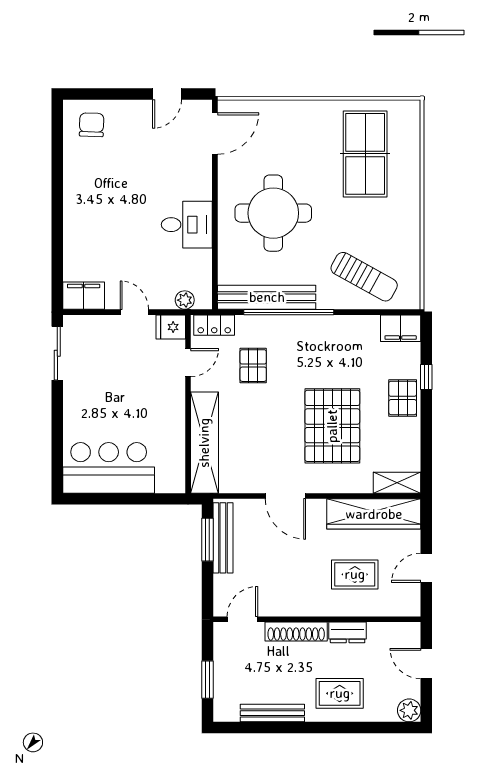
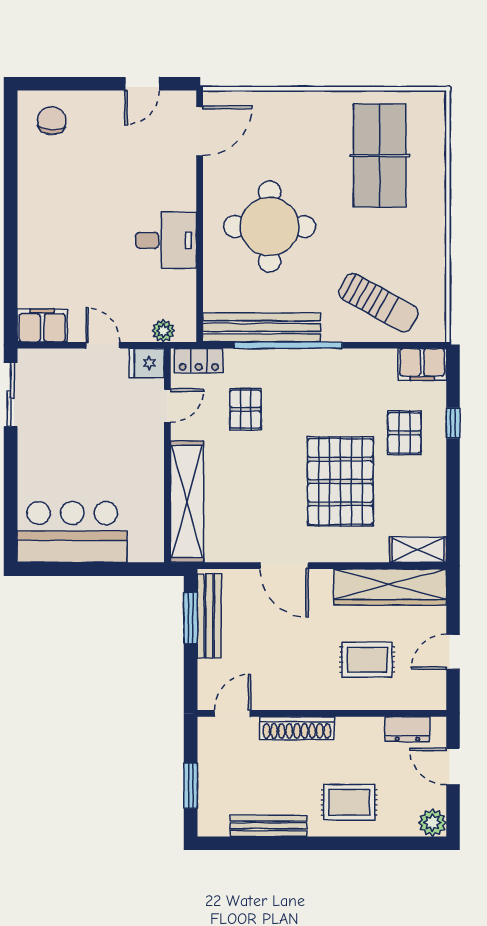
pallet: (403, 398) -> (404, 433), moved
dresser: (348, 632) -> (407, 729), moved

